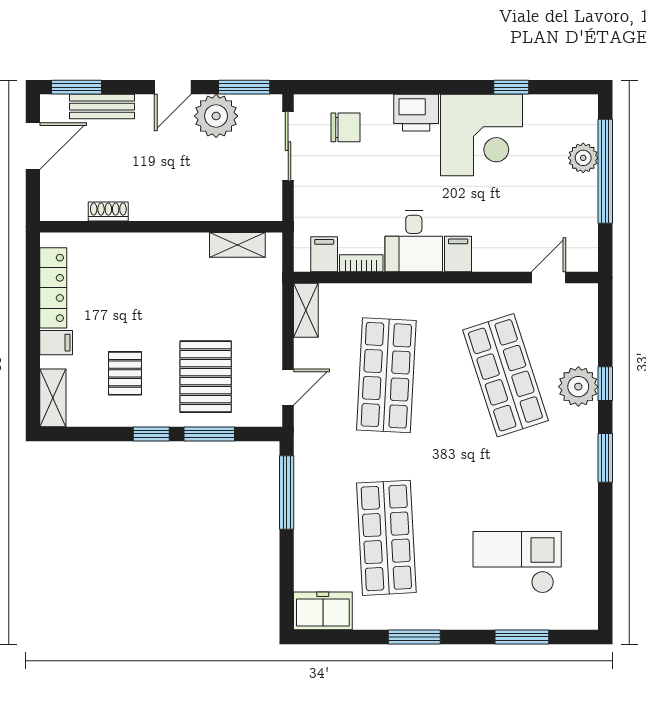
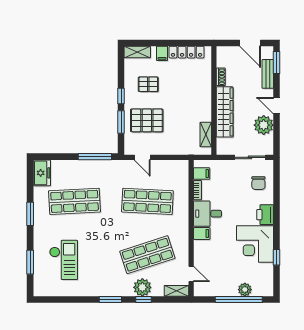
window: (244, 87) -> (277, 138), removed
wardrobe: (187, 203) -> (225, 112), added
shelving: (306, 310) -> (176, 291), moved

